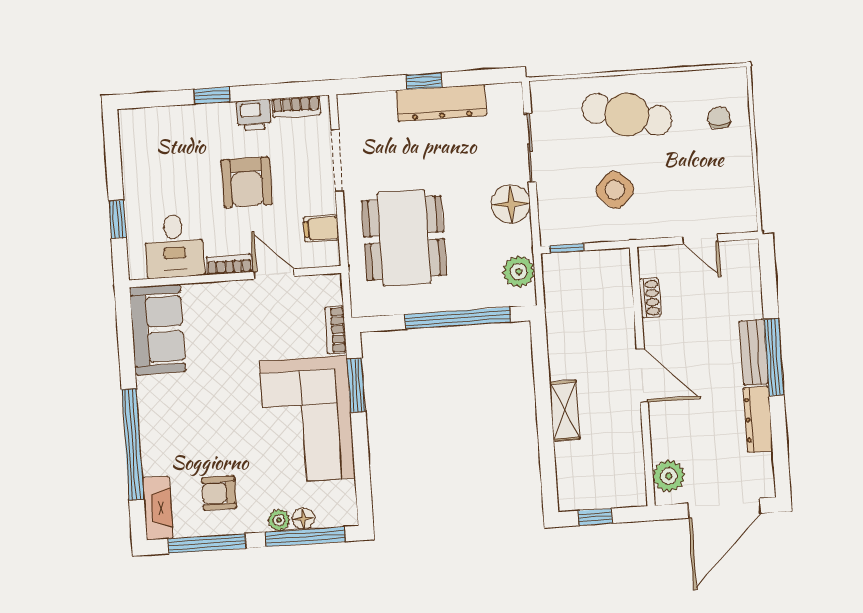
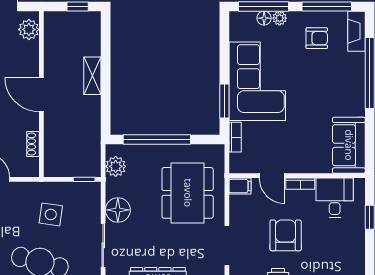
side table: (615, 190) -> (51, 214), turned -35
filing cabinet: (321, 229) -> (240, 186), moved

